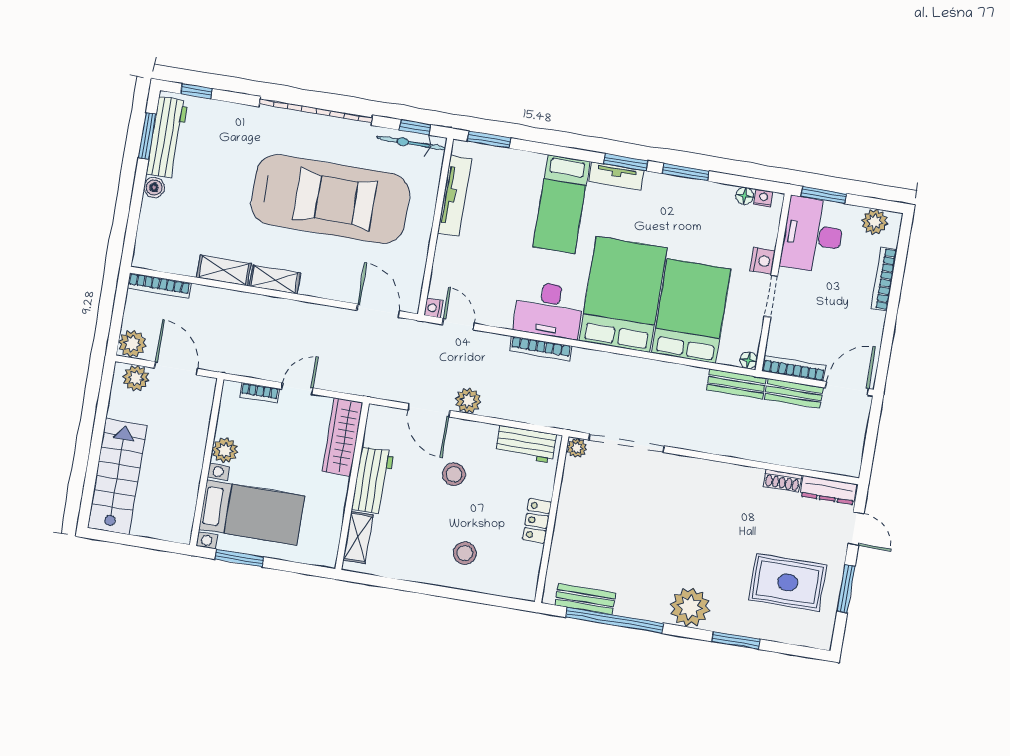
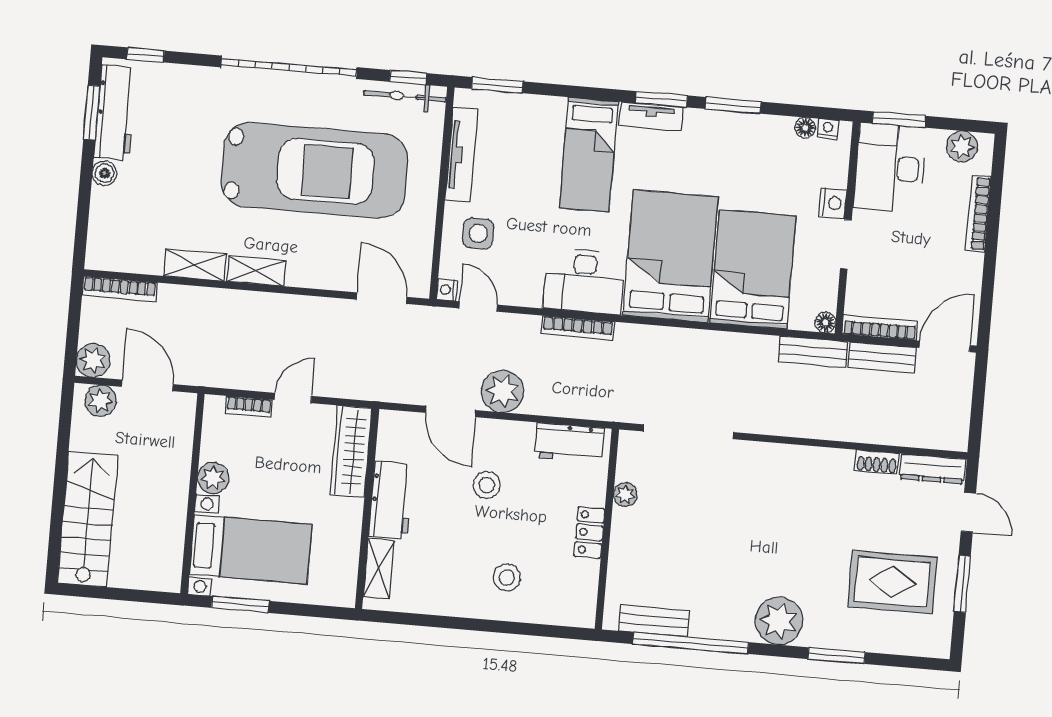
side table: (463, 263) -> (478, 233), added
plant: (468, 401) -> (503, 391), width x1.36, depth x1.36
plant: (577, 448) -> (625, 495), moved

